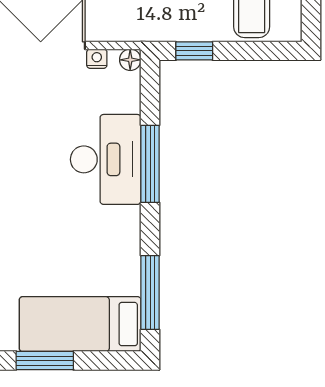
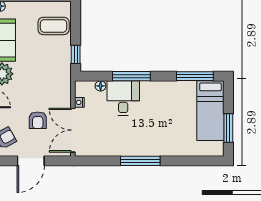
floor lamp: (130, 60) -> (101, 86), moved
desk: (106, 159) -> (123, 98), width x0.73

